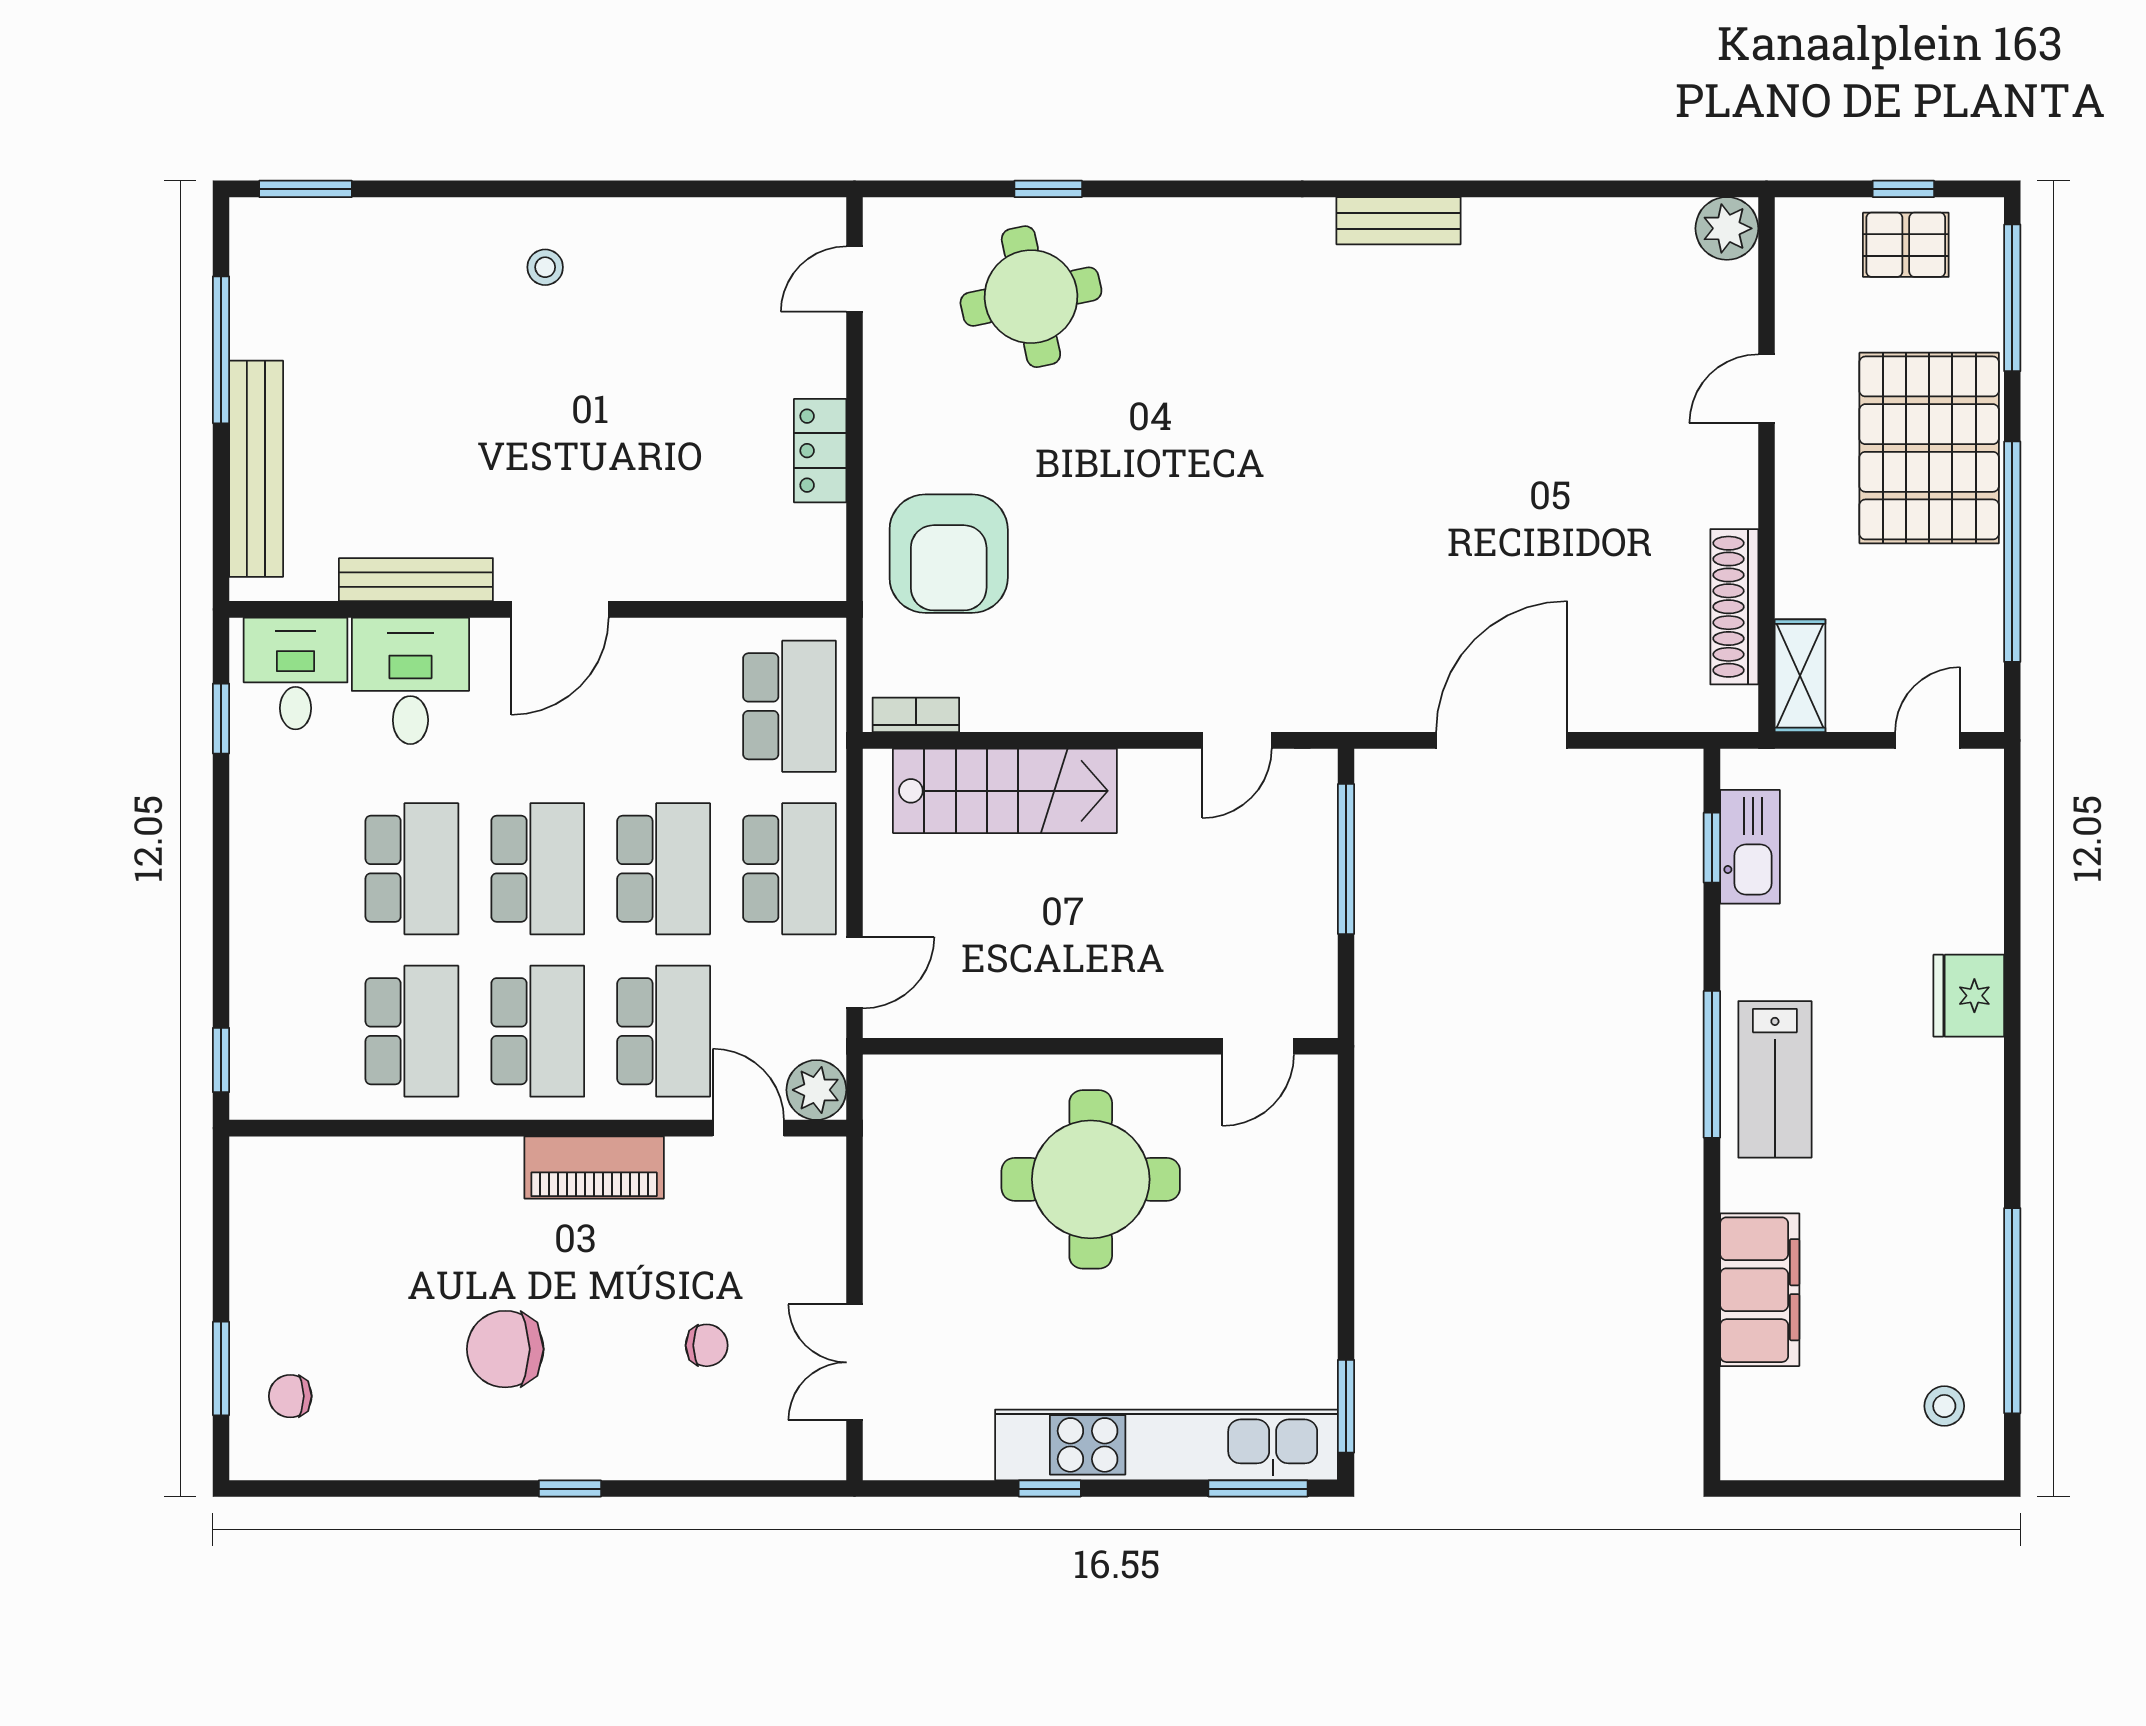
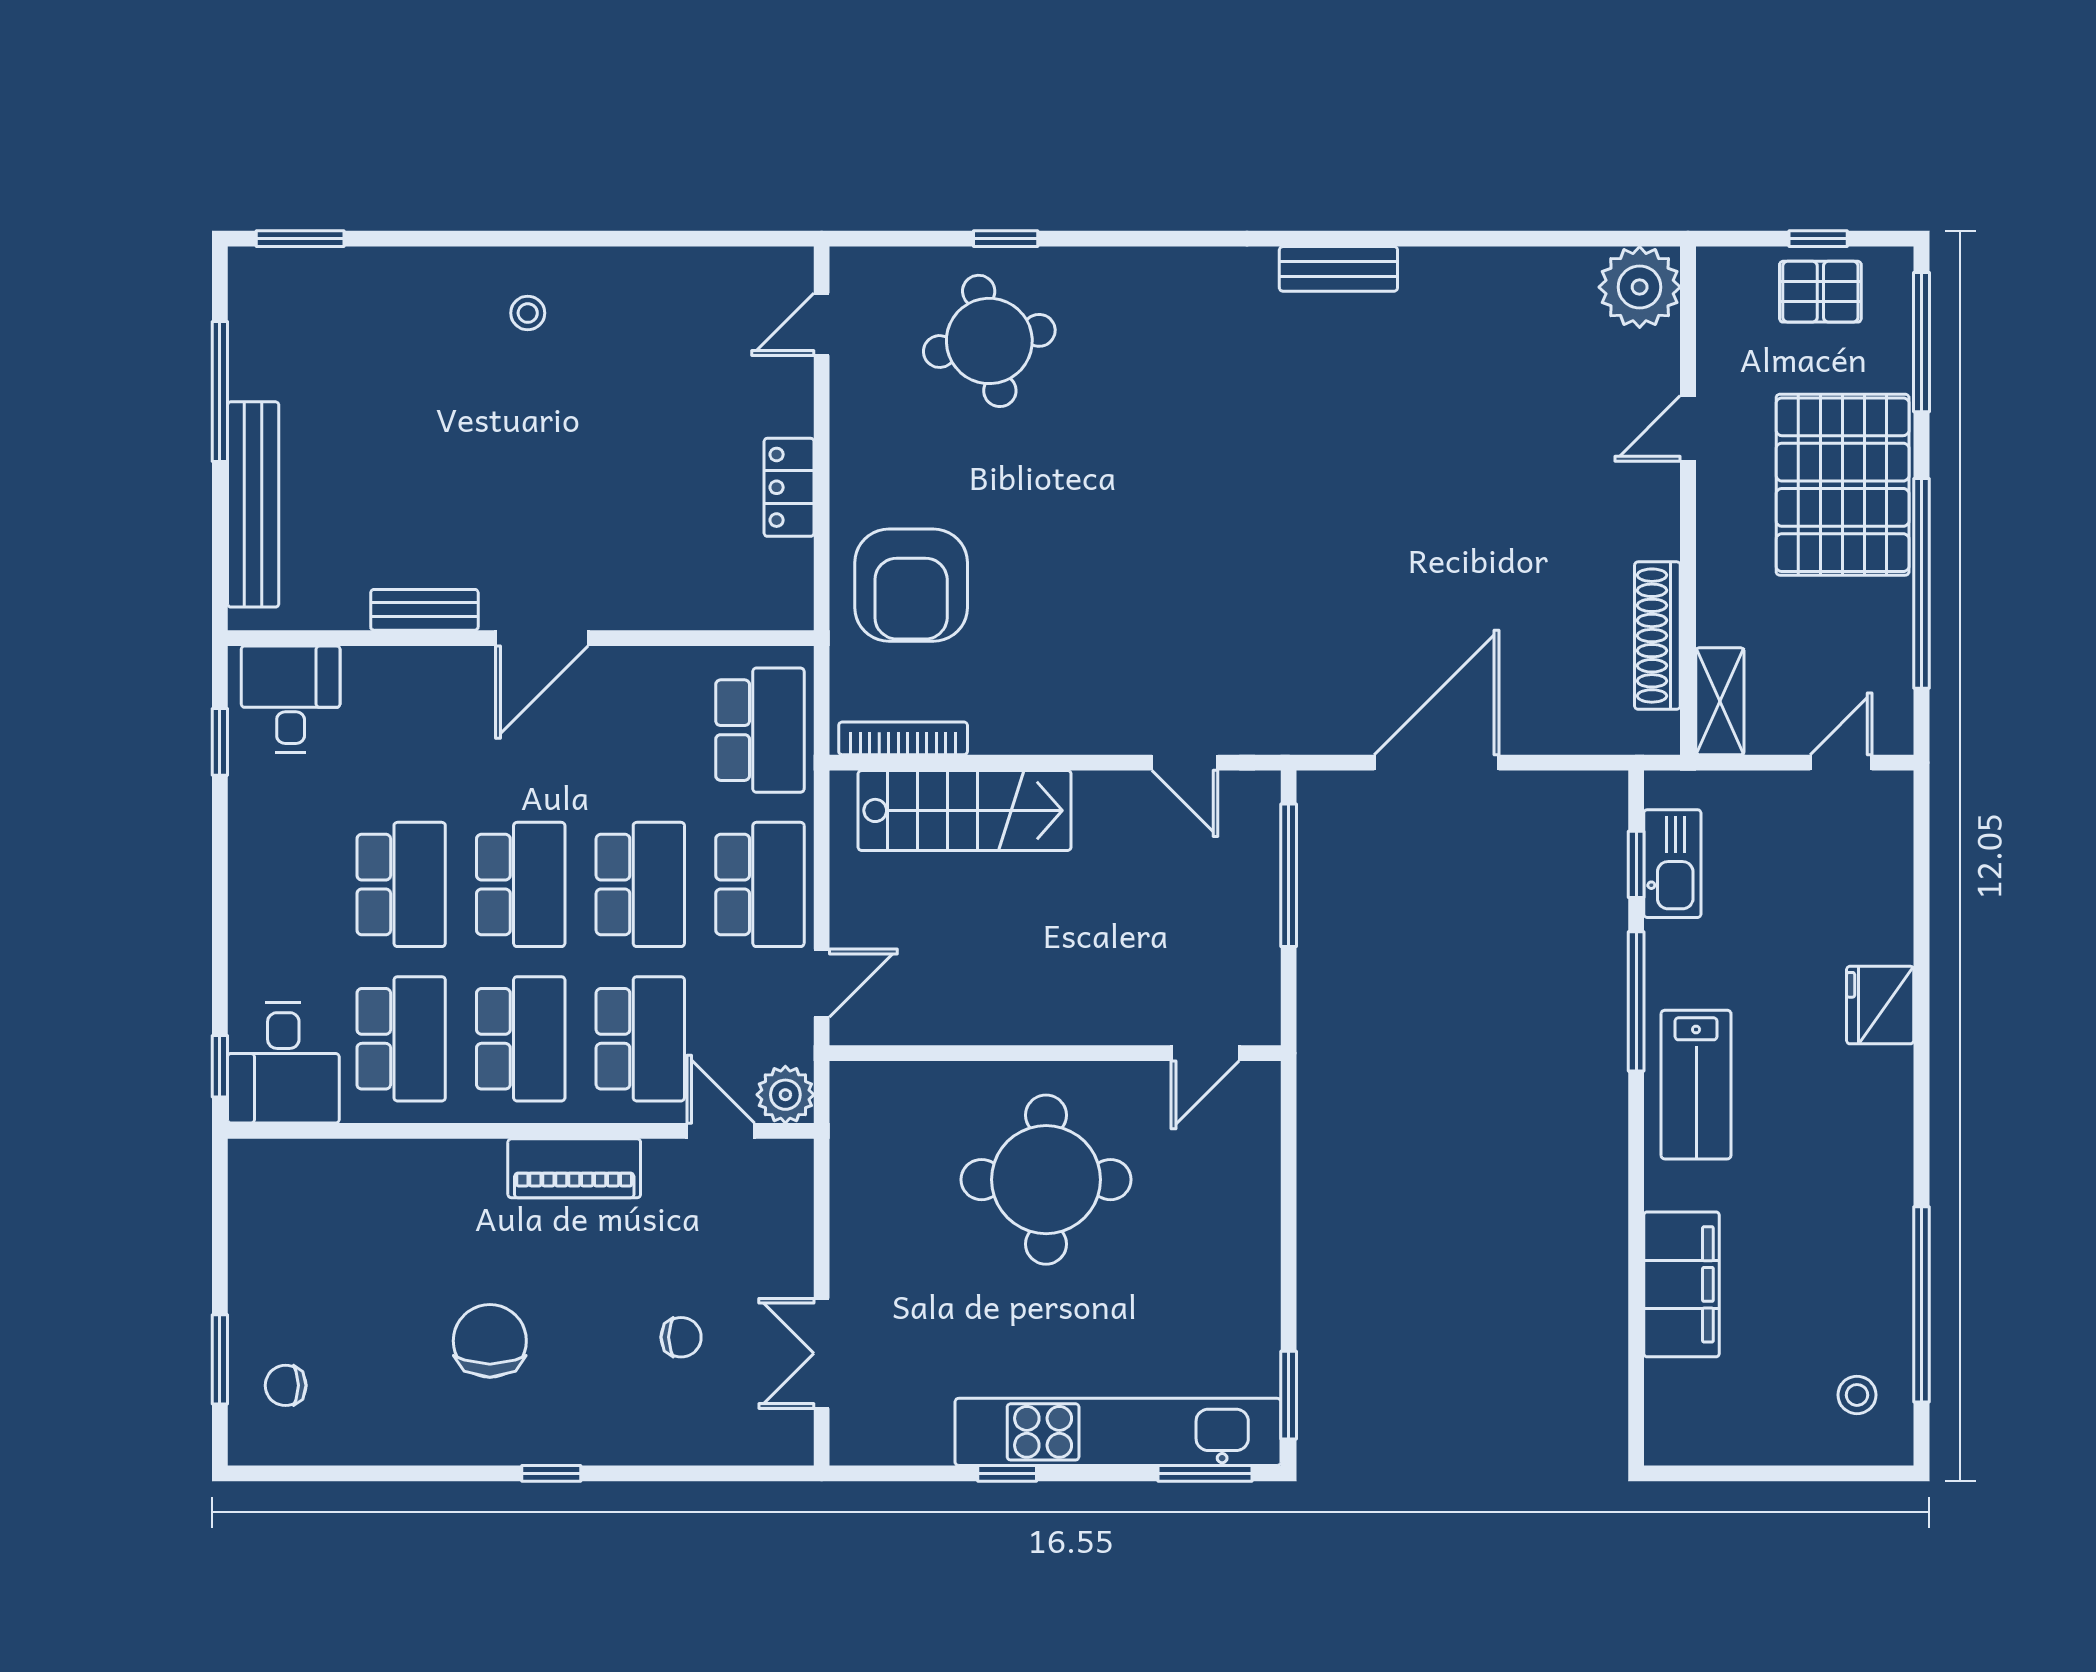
plant: (1727, 228) -> (1640, 287), width x1.36, depth x1.36
bench: (416, 580) -> (424, 610), width x0.73
desk: (410, 681) -> (283, 1063), moved, turned 180
bookcase: (916, 715) -> (903, 738), width x1.56
door: (1237, 740) -> (1185, 763), hinge flipped
window: (1712, 1064) -> (1636, 1001), moved
chair: (505, 1349) -> (490, 1341), turned 90

